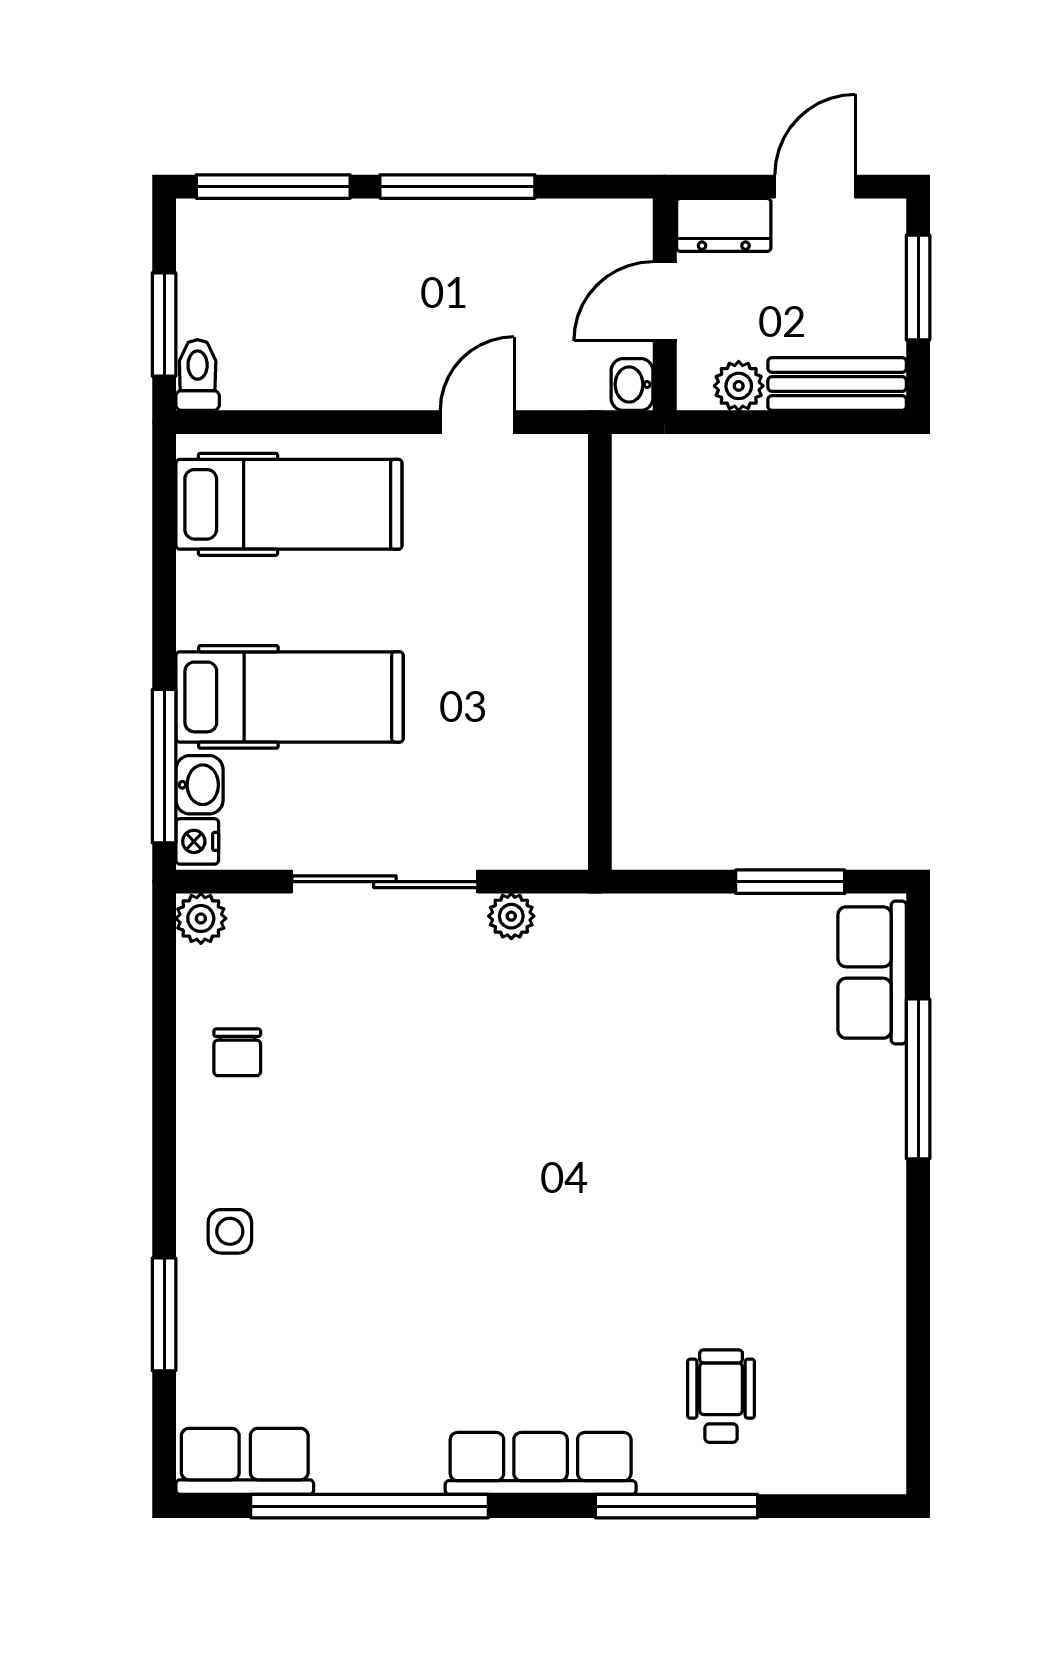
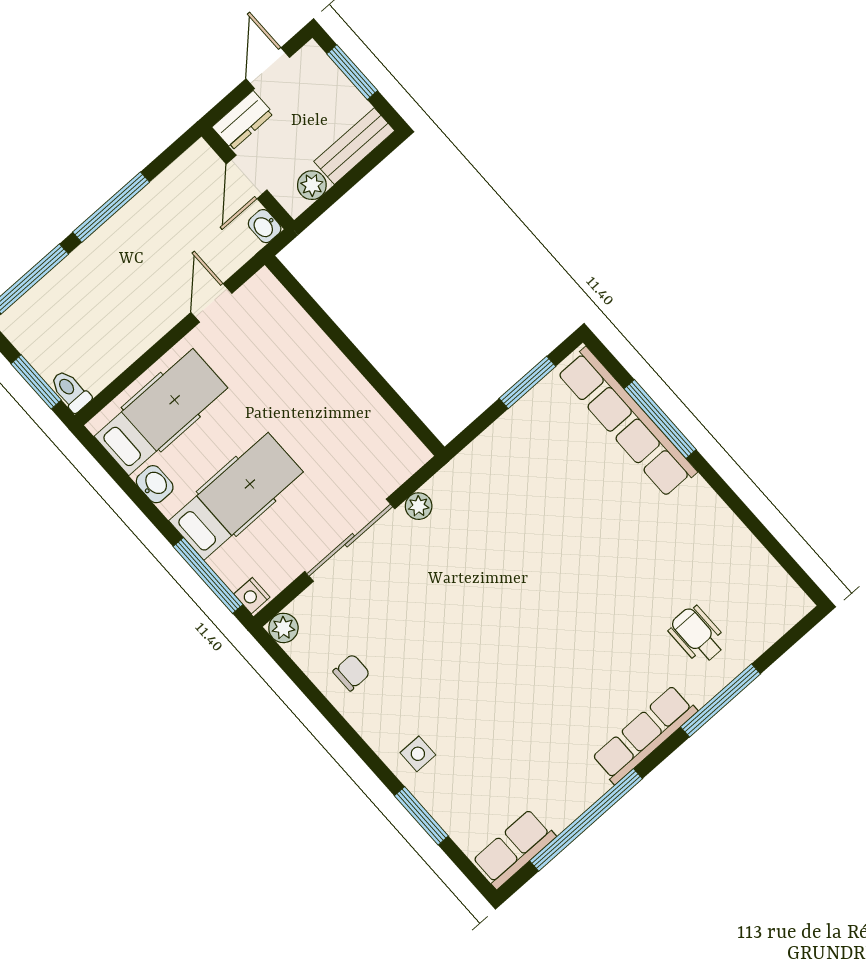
washbasin: (199, 785) -> (155, 484), moved
row of seats: (872, 973) -> (627, 422), width x2.02
chair: (237, 1052) -> (351, 672), turned -90

